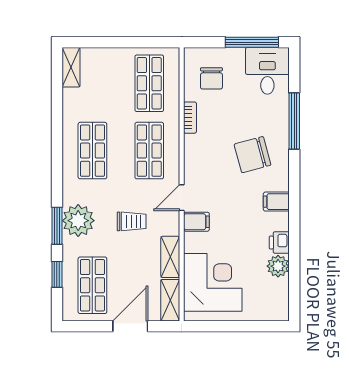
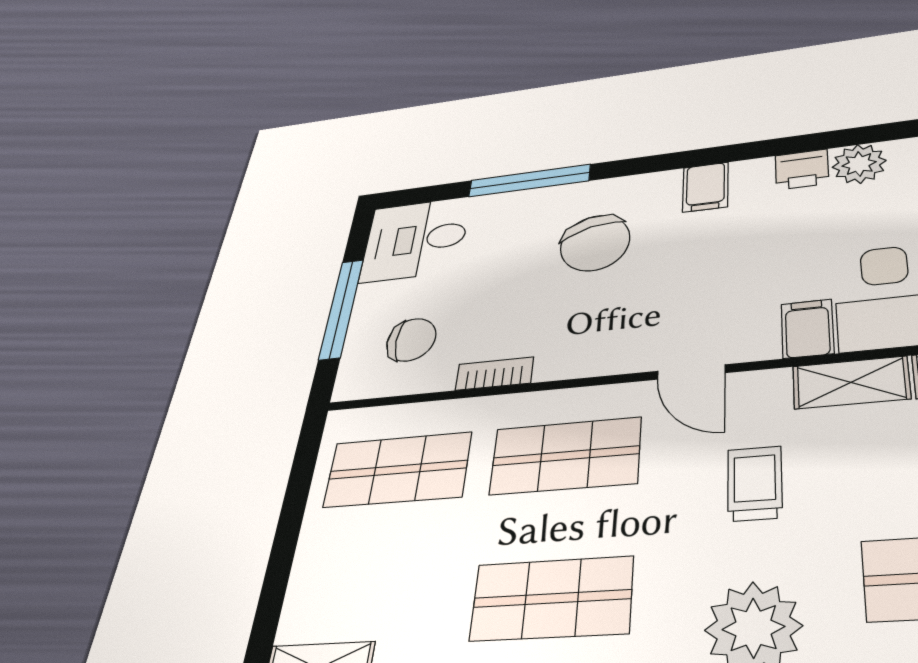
window: (252, 42) -> (341, 309), moved
filing cabinet: (196, 222) -> (807, 329), moved

